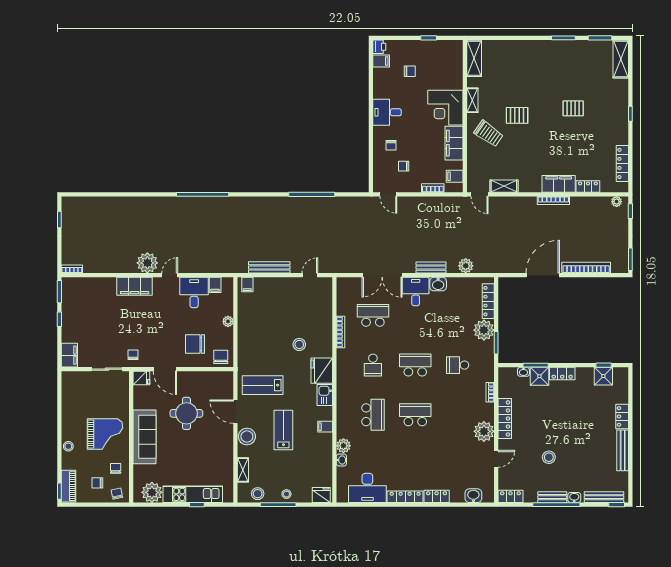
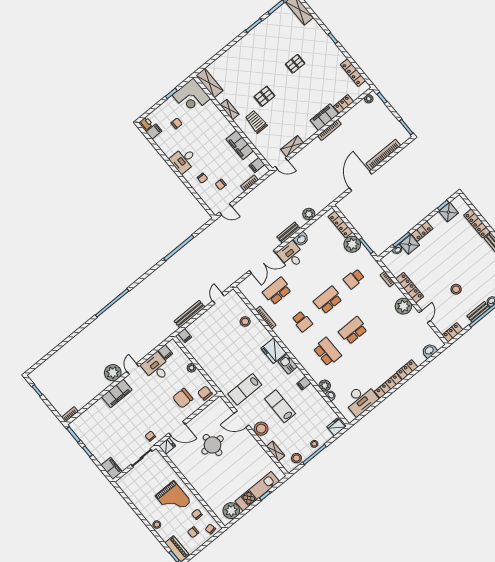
corner desk: (445, 108) -> (191, 97), moved
trolley: (489, 134) -> (256, 122), turned -125
stool: (299, 344) -> (245, 321), moved
locker: (622, 416) -> (477, 223), width x1.53
grand piano: (105, 434) -> (173, 499), turned 90
sofa: (144, 437) -> (199, 480), removed

